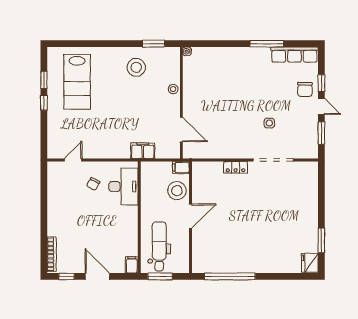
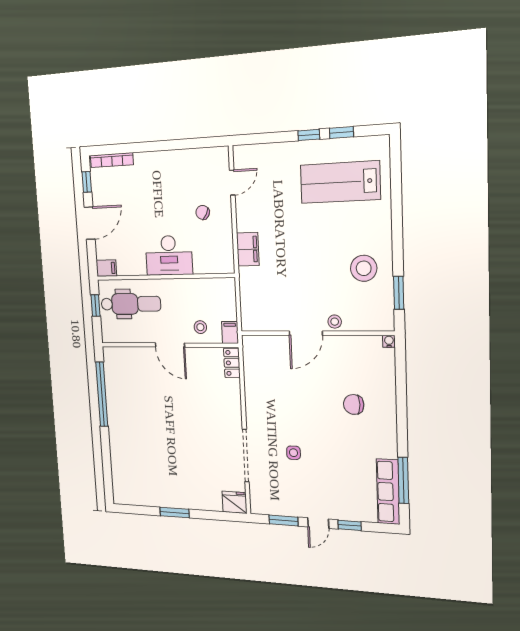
window: (267, 44) -> (403, 480), moved
chair: (305, 89) -> (354, 404), moved
door: (181, 130) -> (306, 333), moved
filing cabinet: (143, 151) -> (248, 249), moved
door: (73, 160) -> (232, 183), hinge flipped
locker: (236, 167) -> (232, 363), moved
desk: (123, 187) -> (169, 255), moved
stool: (177, 191) -> (200, 327), width x0.53, depth x0.53
window: (321, 240) -> (174, 513), moved
fridge: (310, 263) -> (234, 502), moved
window: (160, 276) -> (95, 305), width x0.67

